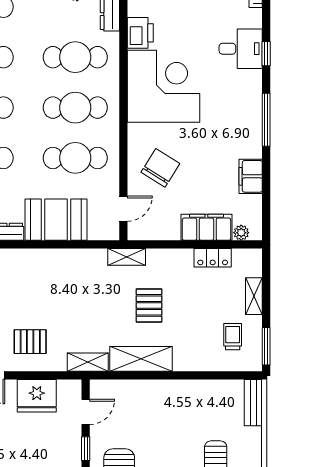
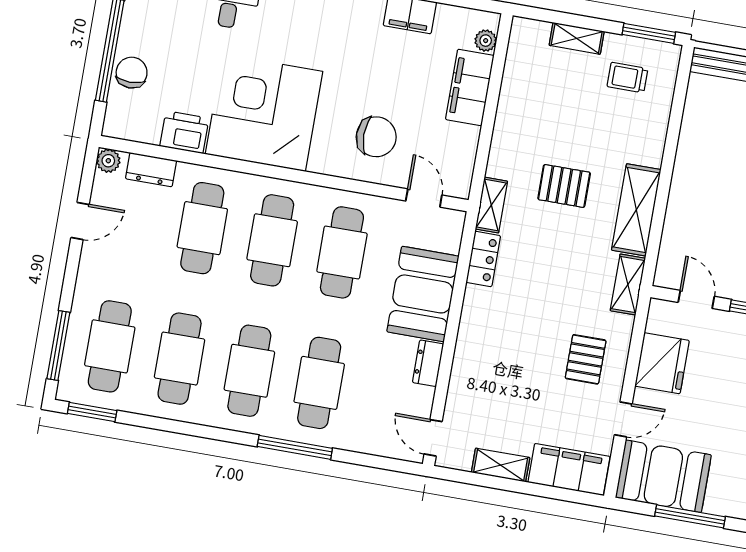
chair: (160, 168) -> (376, 137), turned 148
locker: (213, 258) -> (483, 259), moved

